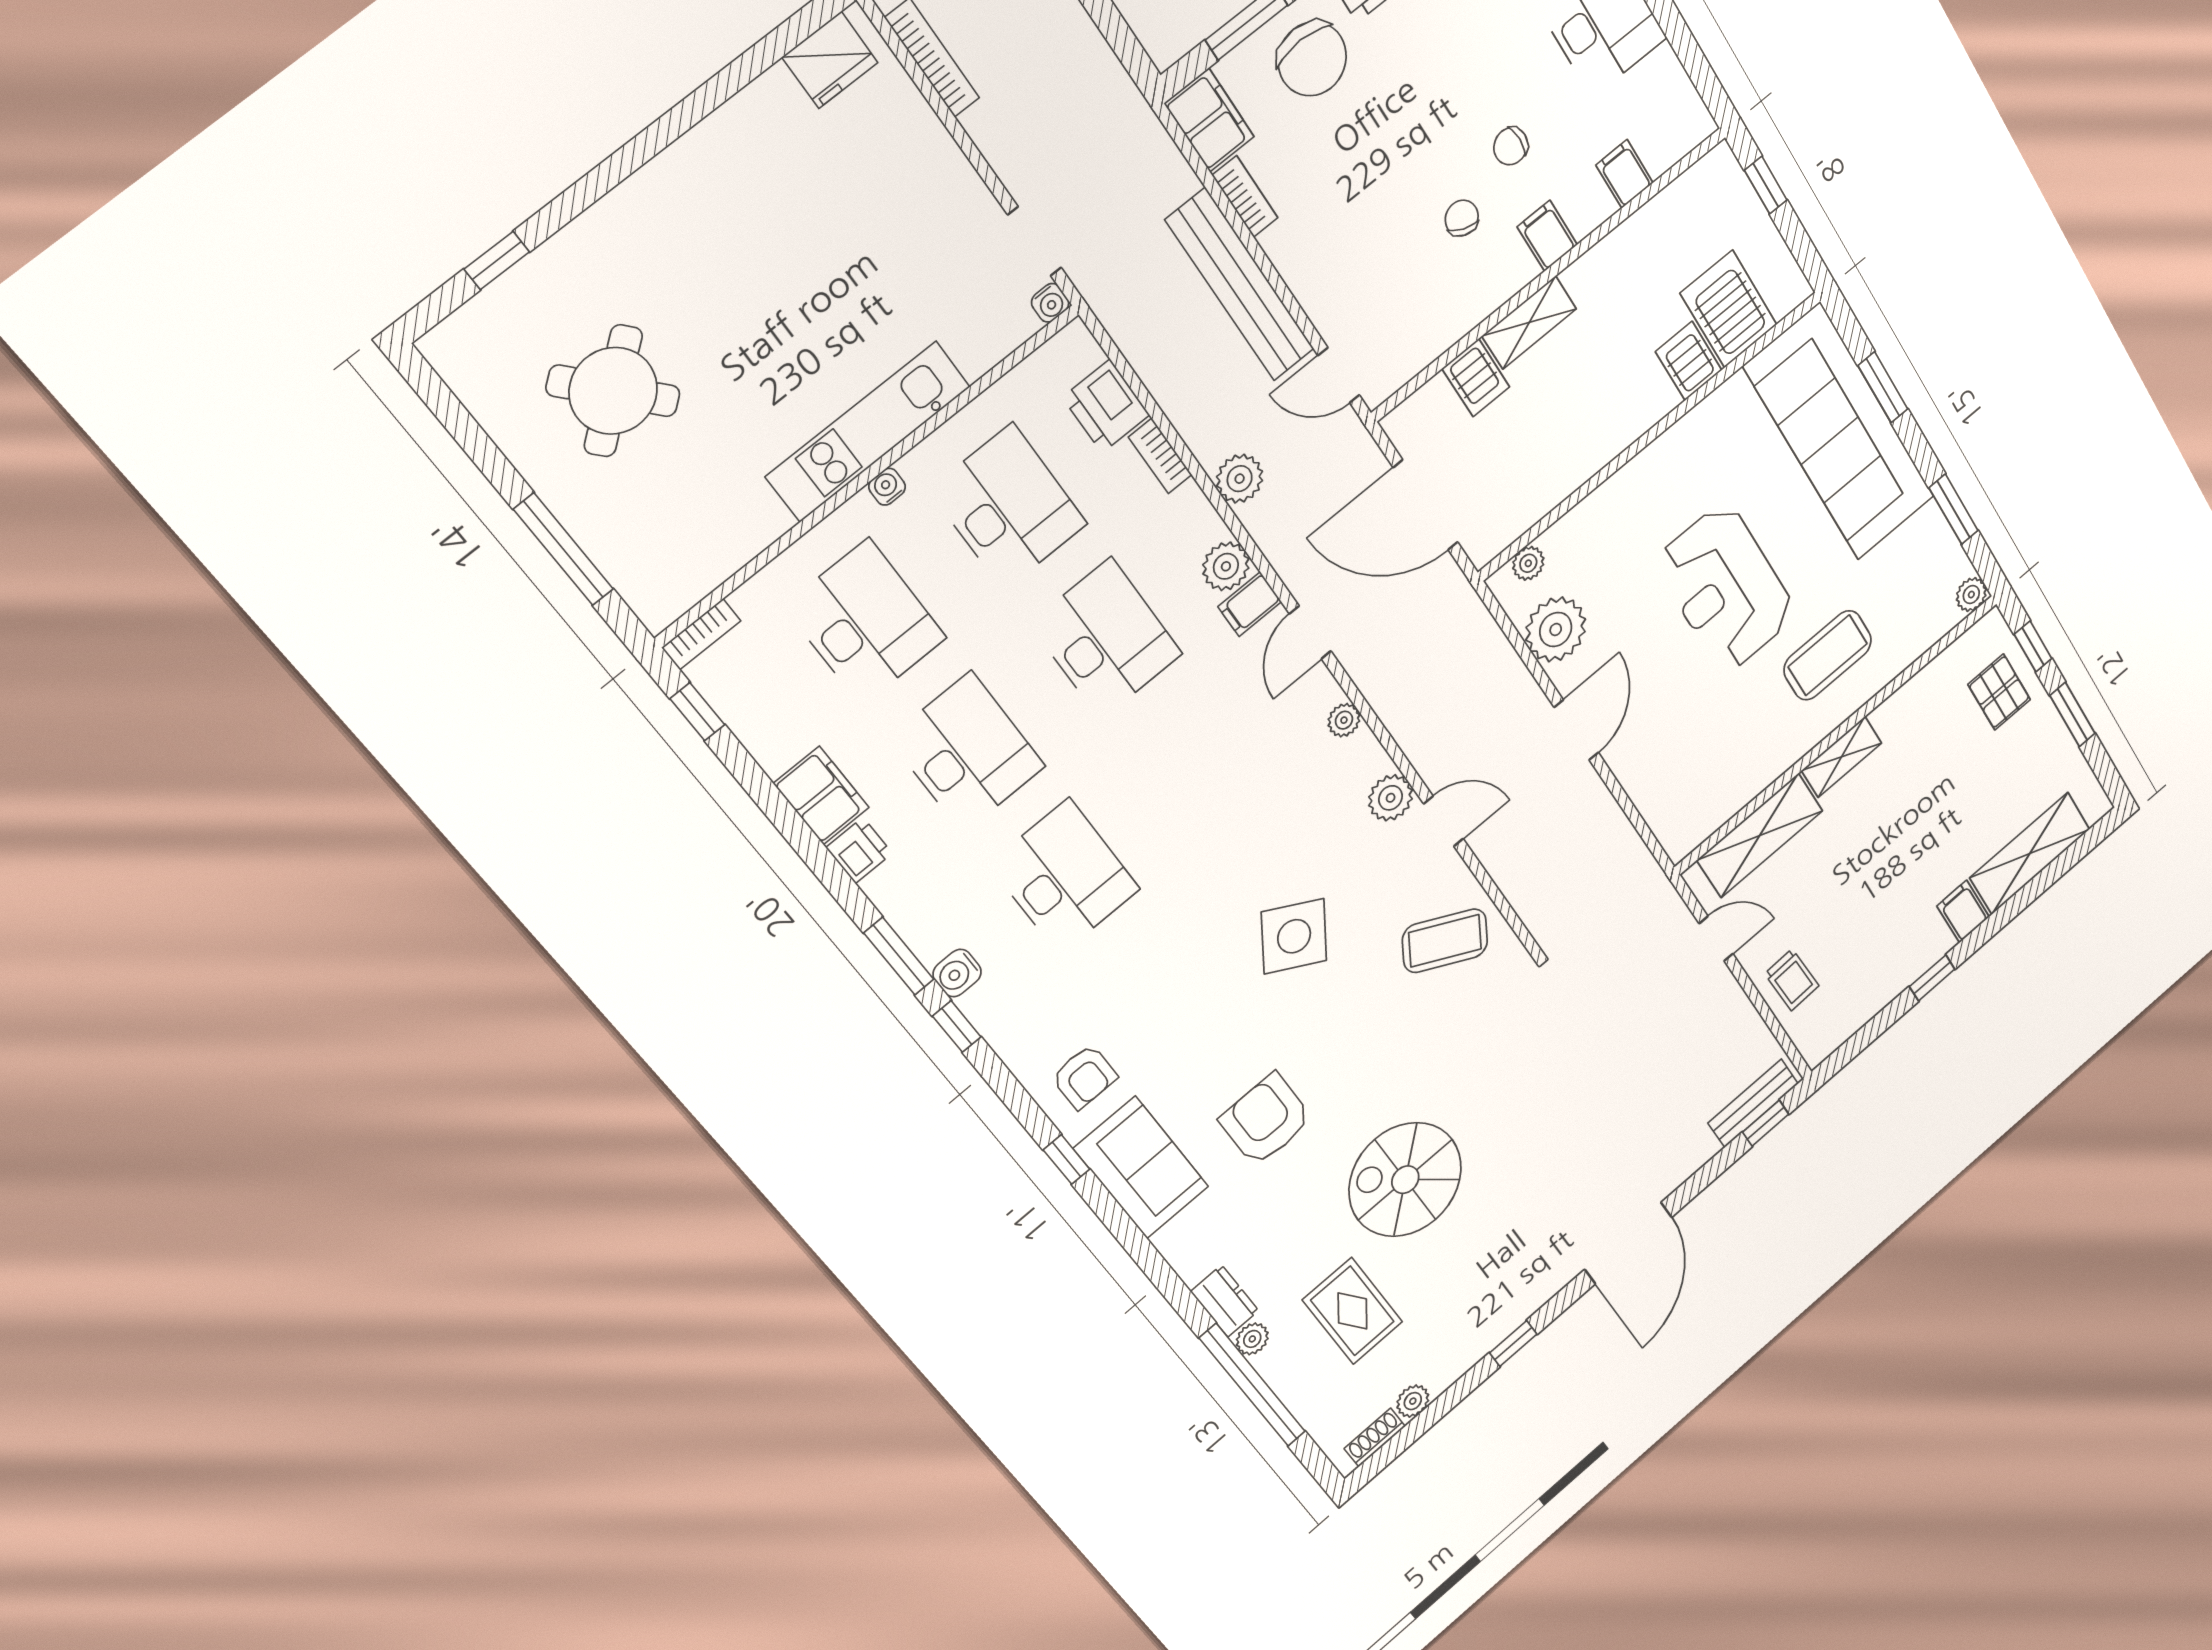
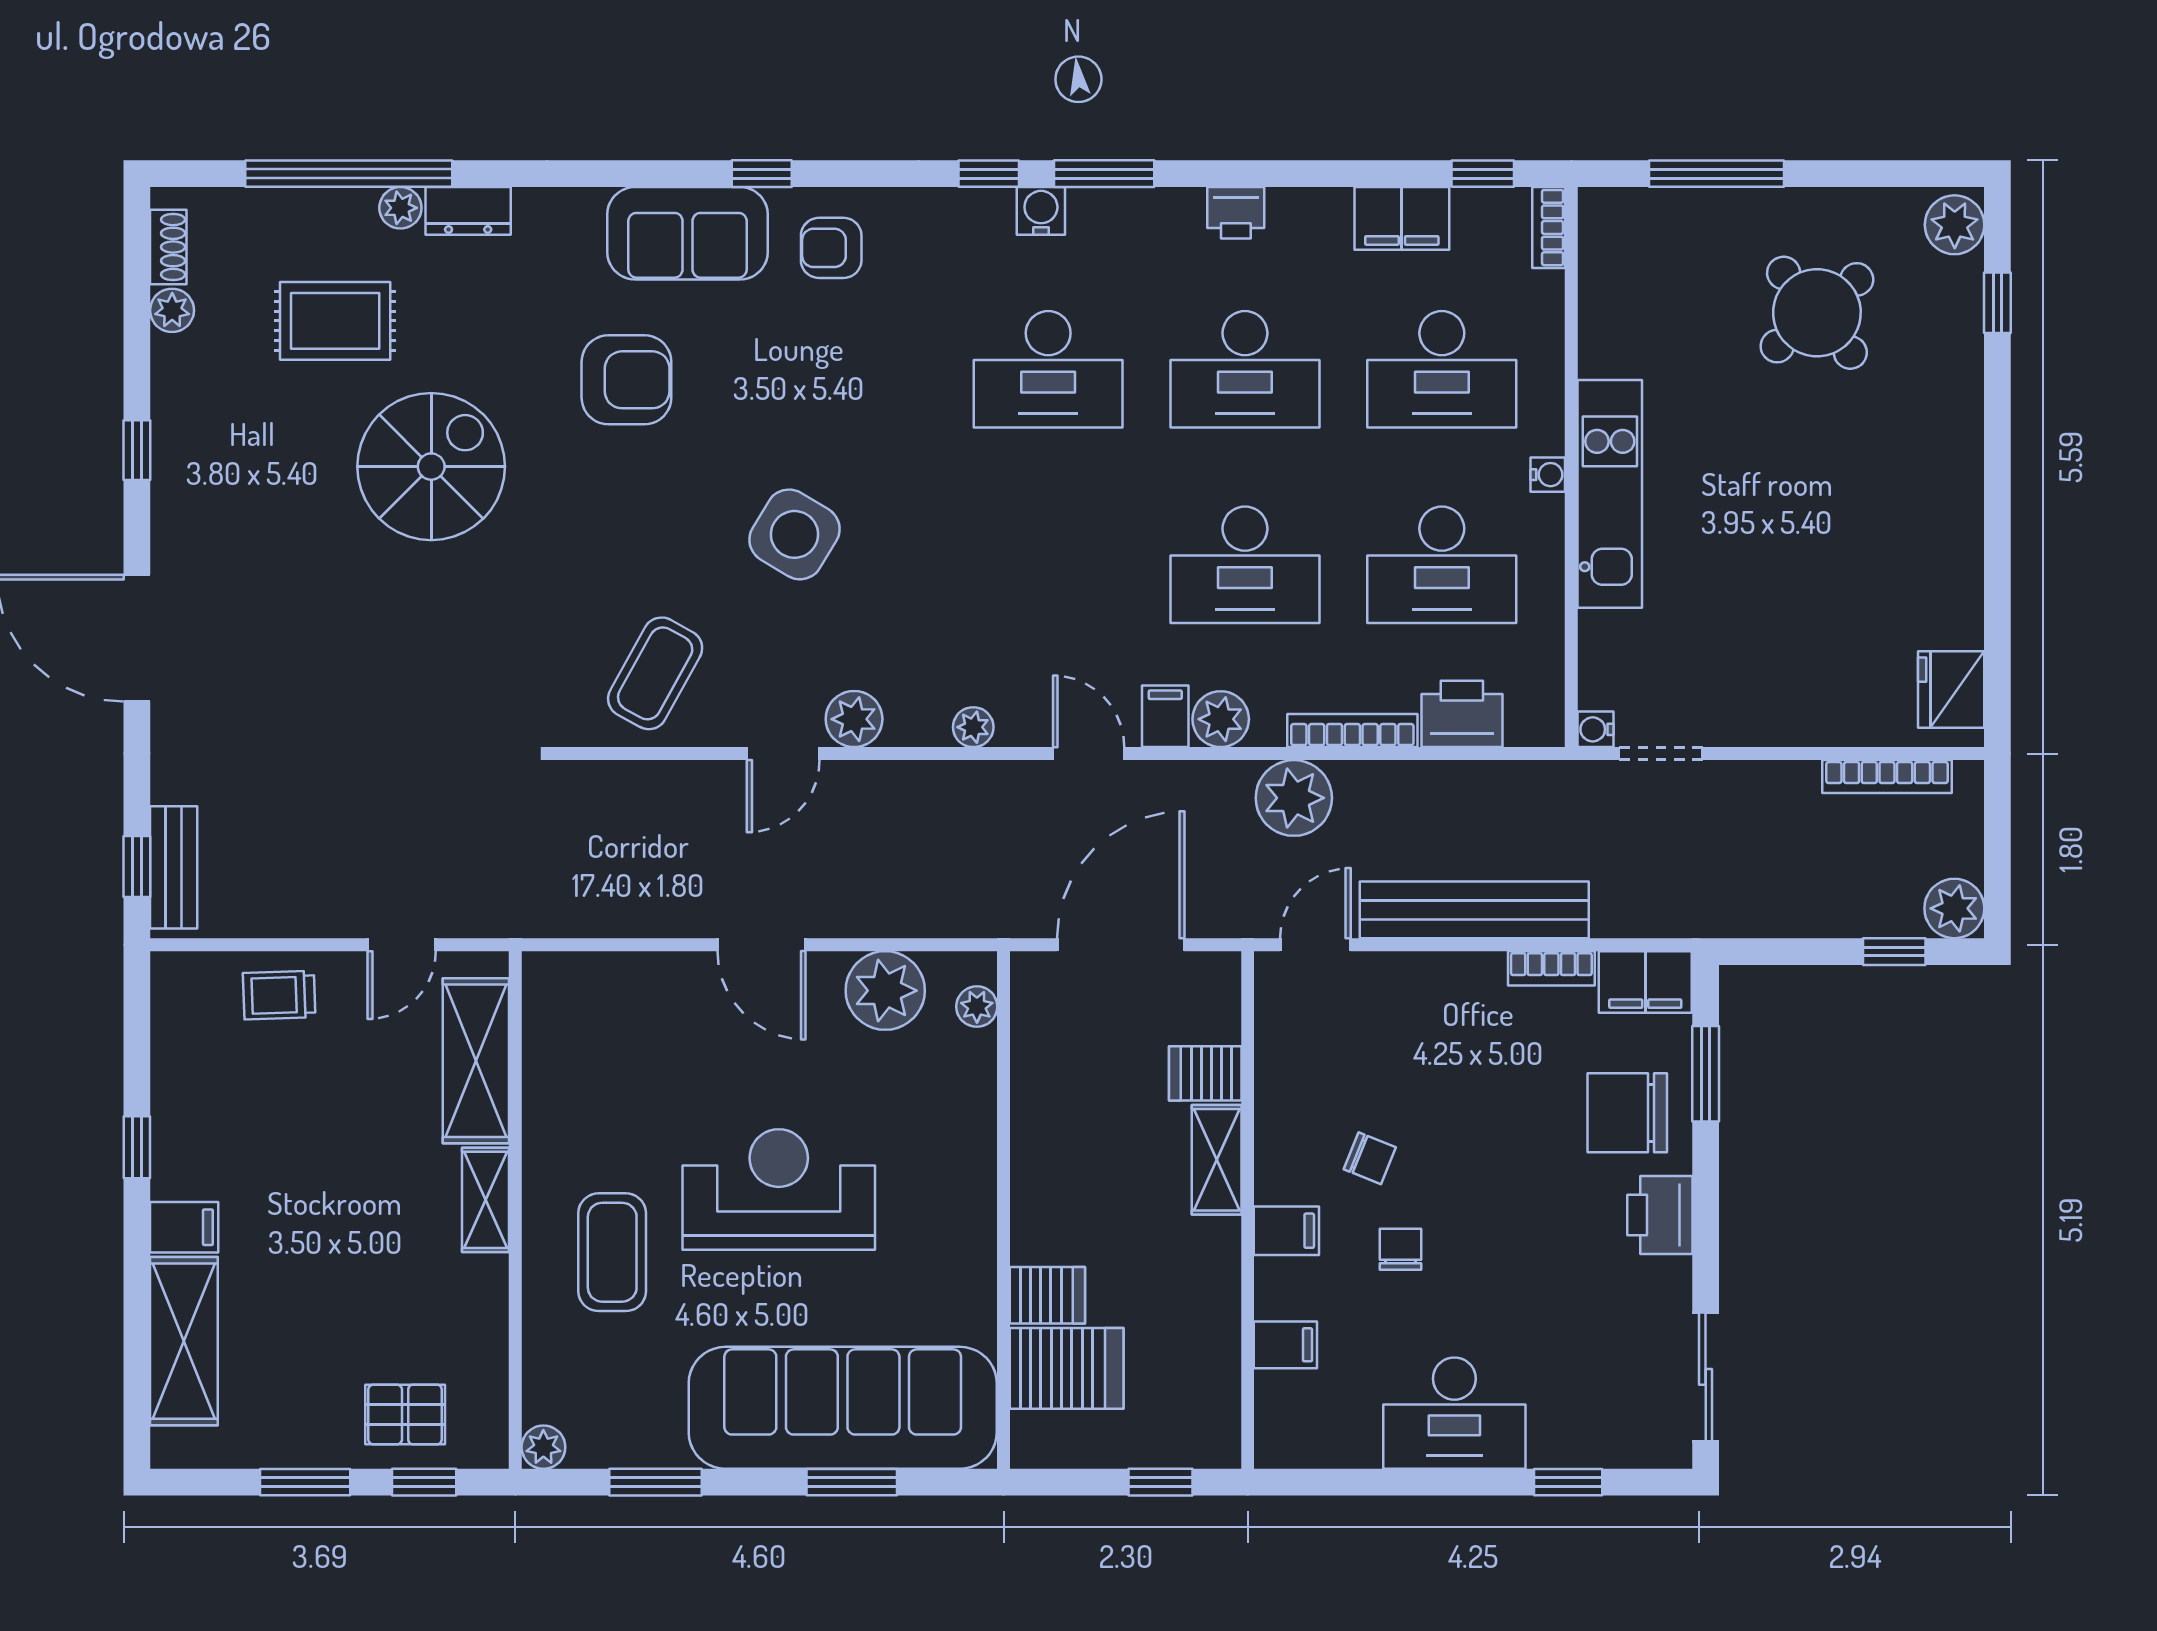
plant: (460, 342) -> (1955, 225), added
bookcase: (1160, 456) -> (1352, 731), width x1.56
plant: (1240, 479) -> (1294, 798), width x1.36, depth x1.36
filing cabinet: (821, 796) -> (1402, 218), moved

